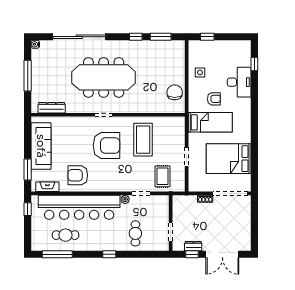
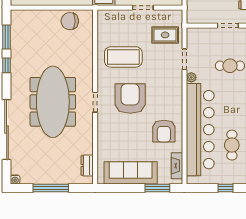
dresser: (52, 108) -> (87, 166), width x0.70
window: (28, 209) -> (226, 188), moved

